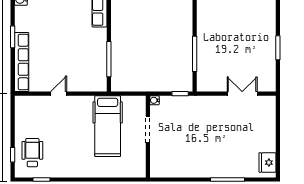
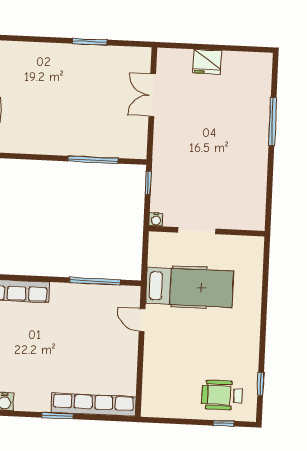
door: (59, 94) -> (142, 320), moved
fridge: (267, 163) -> (207, 62), moved

